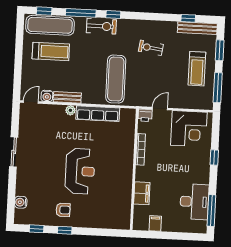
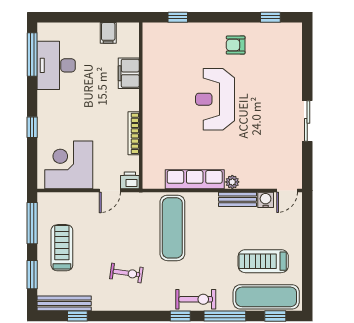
exercise bike: (101, 26) -> (196, 299), turned 180
water cooler: (21, 202) -> (294, 53), removed
window: (65, 230) -> (178, 17), moved

